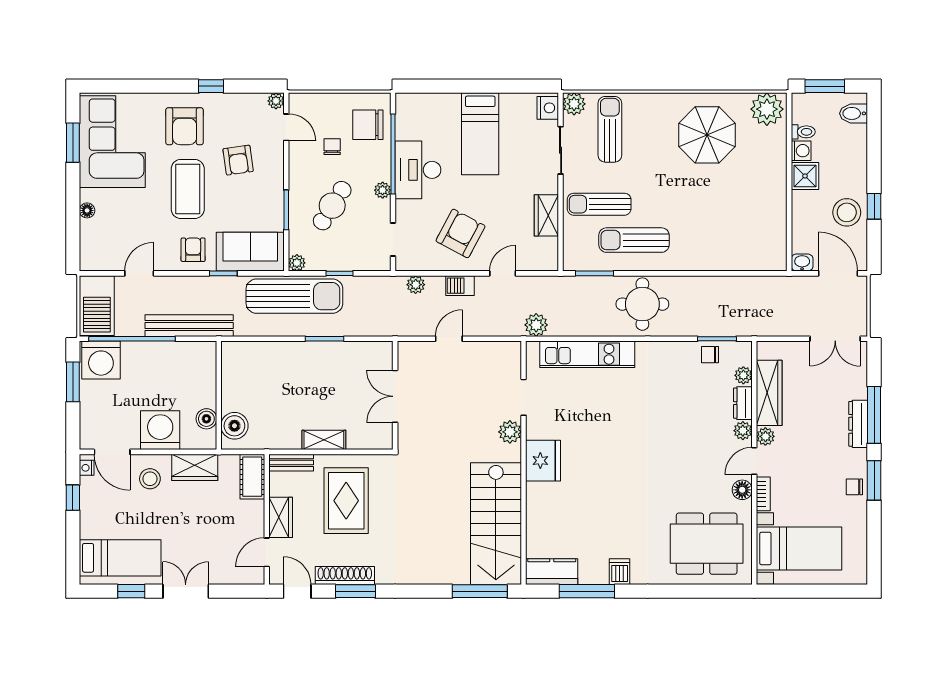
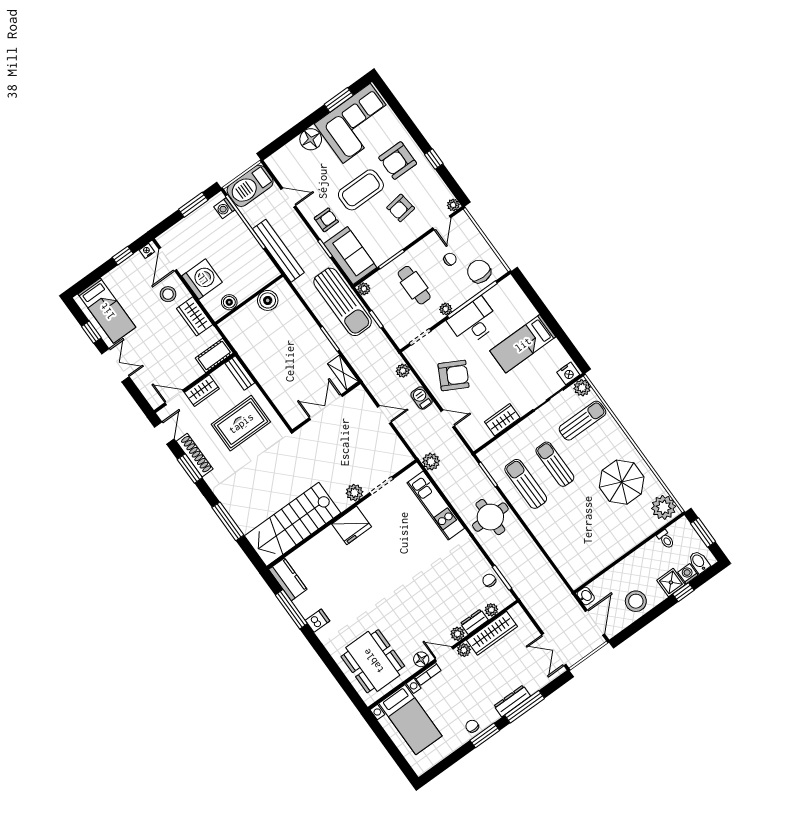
washing machine: (801, 151) -> (688, 574), moved, turned 180
shower: (805, 176) -> (671, 582), moved
sun lounger: (599, 204) -> (555, 464), moved
cafe table: (332, 206) -> (414, 285), turned 58
window: (874, 206) -> (683, 592), moved
floor lamp: (87, 210) -> (311, 139), width x1.89, depth x1.89
washing machine: (101, 360) -> (224, 208), width x0.53, depth x0.53
boiler: (234, 426) -> (268, 300), moved
shelving: (324, 440) -> (343, 373), moved
window: (480, 591) -> (228, 521), moved

